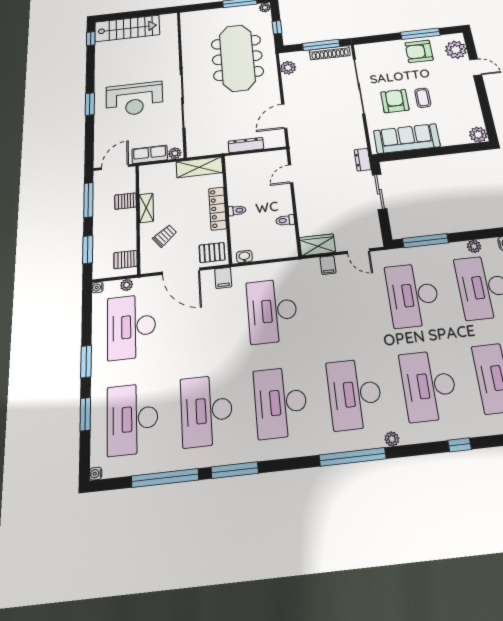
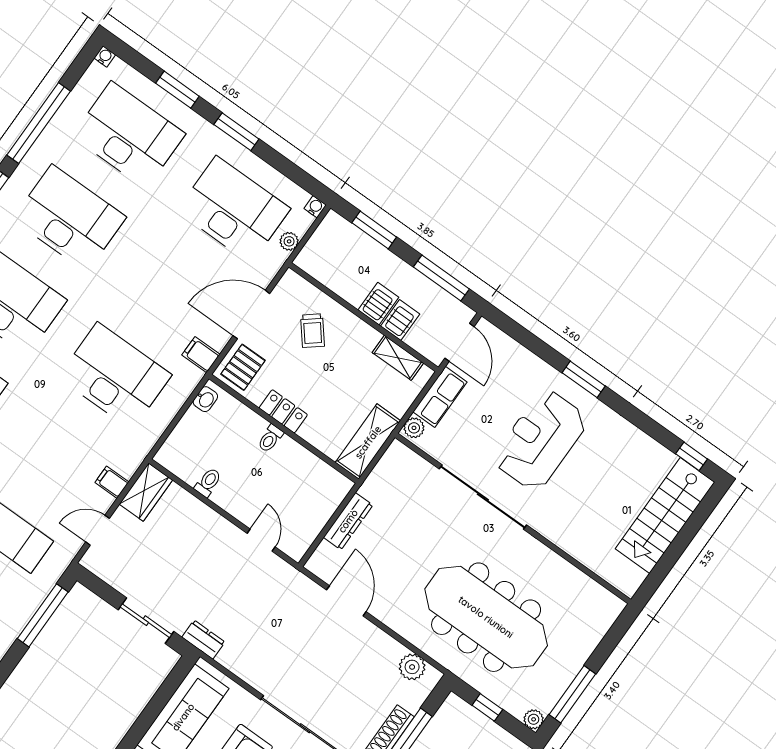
shelving: (146, 208) -> (398, 358), moved
locker: (218, 208) -> (283, 411), width x0.66
server rack: (126, 260) -> (378, 304), moved

